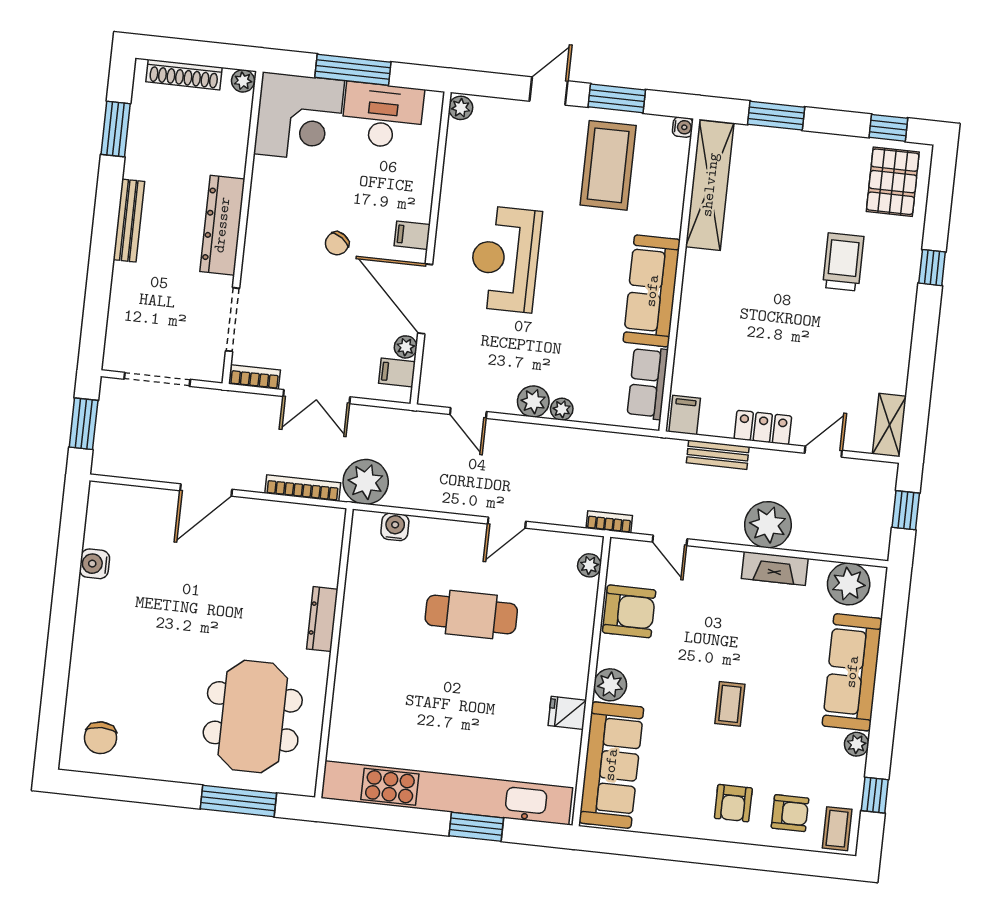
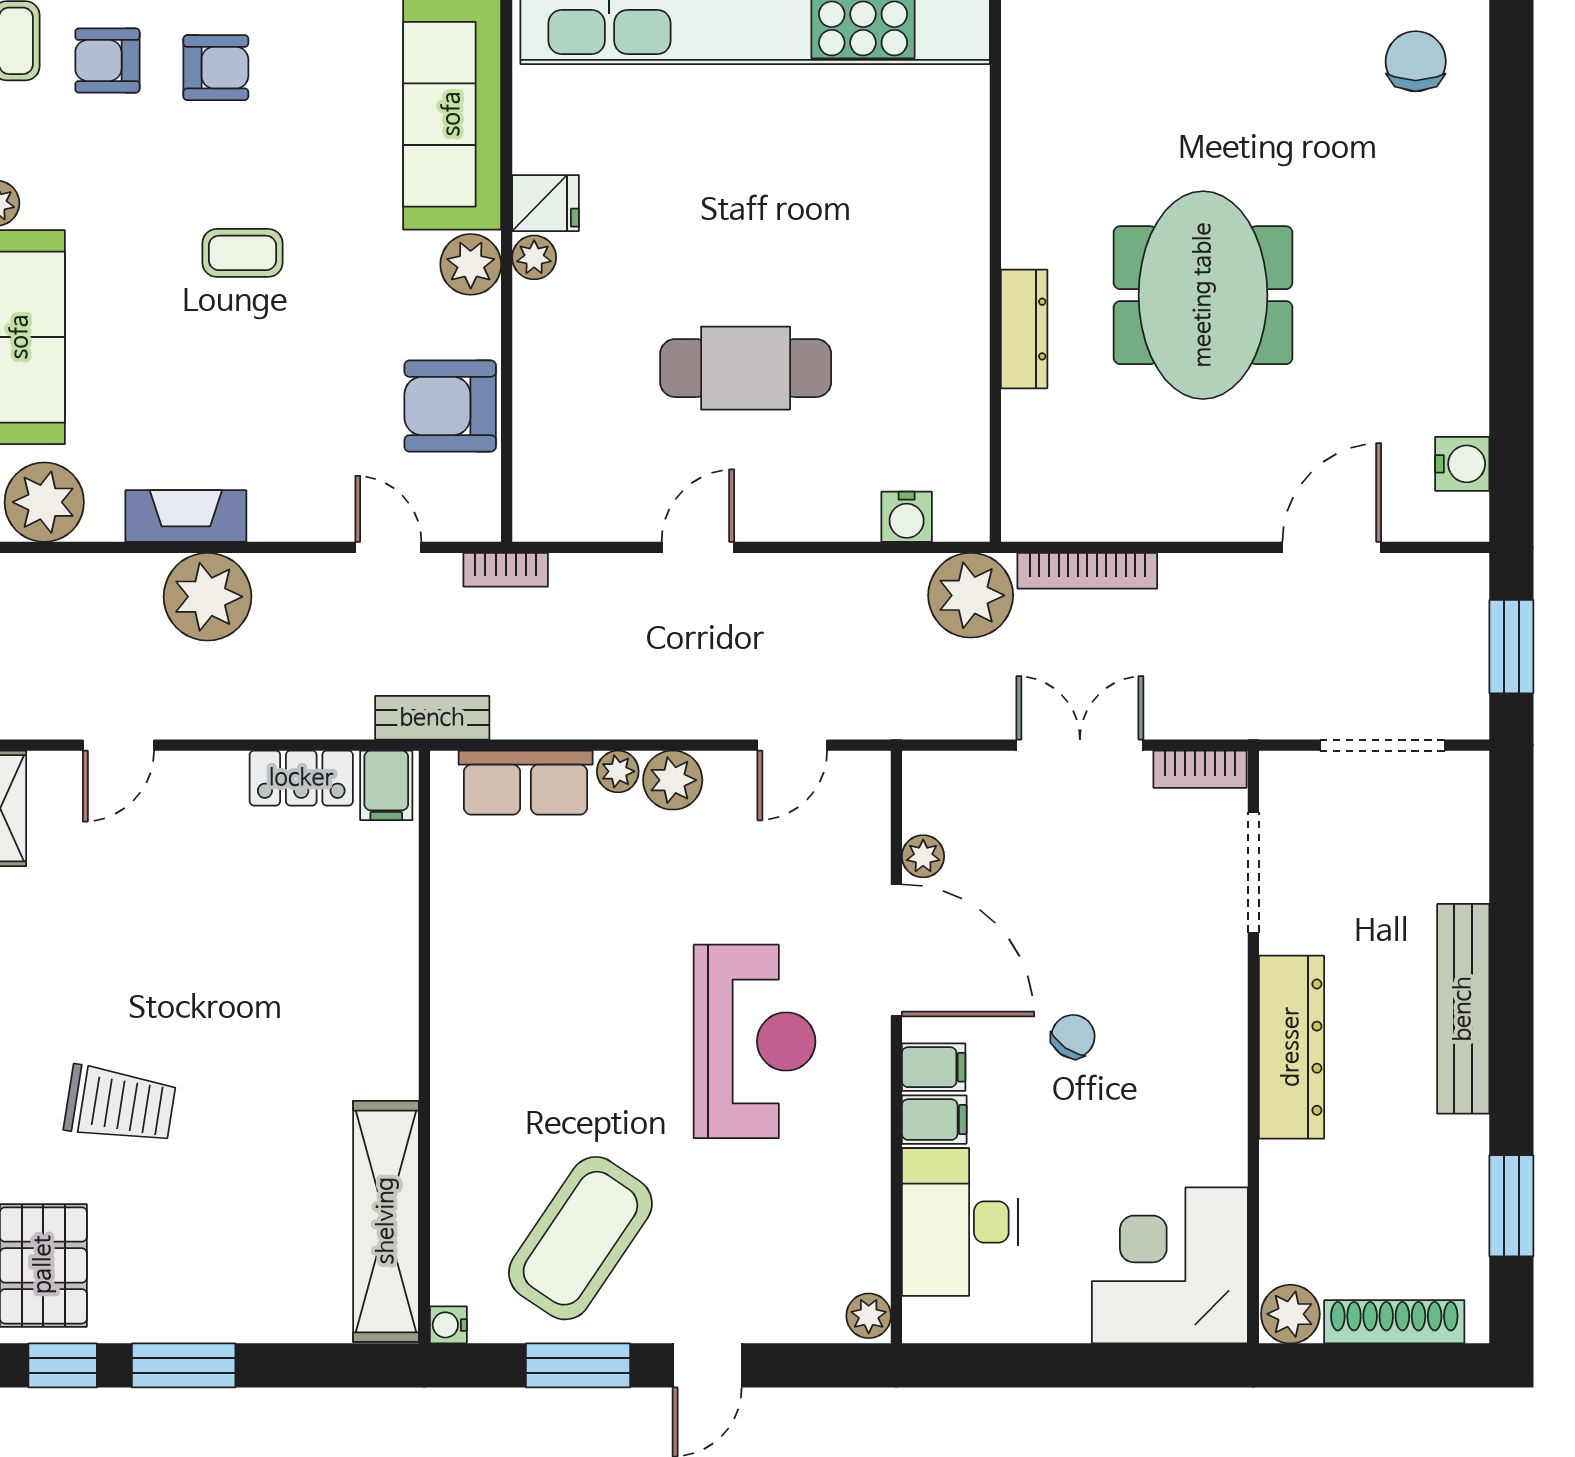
window: (353, 70) -> (1078, 1365), removed
plant: (243, 81) -> (1290, 1314), width x1.38, depth x1.38
desk: (383, 116) -> (960, 1222), moved, turned 90
window: (776, 116) -> (184, 1365), moved
coffee table: (608, 165) -> (580, 1238), turned 34
bench: (129, 221) -> (1463, 1009), width x1.37, depth x1.21
trolley: (843, 262) -> (120, 1105), turned -81
sofa: (652, 291) -> (473, 1012), removed
filing cabinet: (397, 373) -> (934, 1120), moved
row of seats: (648, 383) -> (526, 783), moved, turned 90
door: (468, 413) -> (792, 745), swing flipped
locker: (763, 427) -> (301, 778), moved
bench: (718, 455) -> (432, 718), moved
door: (206, 490) -> (1332, 547), moved
water cooler: (95, 564) -> (1462, 464), moved
plant: (589, 565) -> (534, 257), moved
coffee table: (730, 704) -> (242, 253), turned 90
meeting table: (253, 717) -> (1203, 295), moved
armchair: (733, 803) -> (216, 68), turned 90

